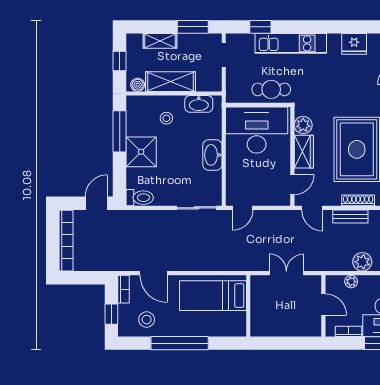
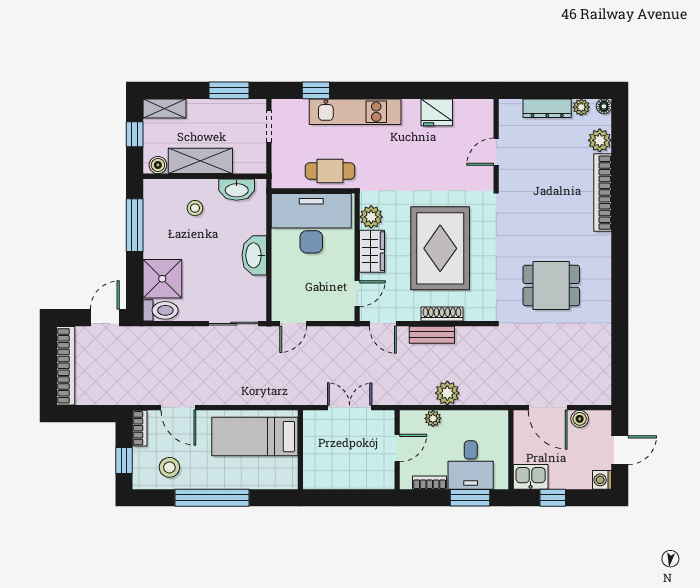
shelving: (160, 41) -> (164, 108), moved
shower: (141, 152) -> (162, 279), moved
door: (323, 304) -> (397, 448), hinge flipped

